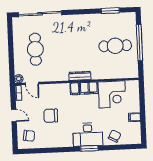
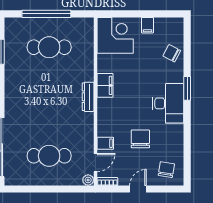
cafe table: (115, 46) -> (49, 47), turned 90
filing cabinet: (75, 89) -> (105, 143), moved
corner desk: (112, 94) -> (115, 35), moved
chair: (51, 116) -> (140, 139), turned 180
desk: (88, 134) -> (168, 103), moved

